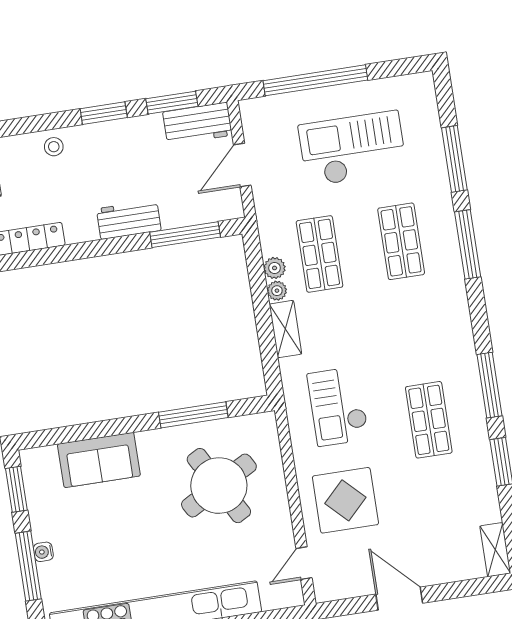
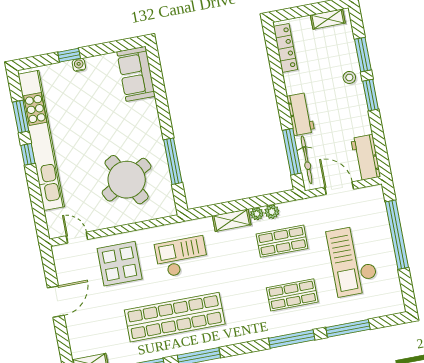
window: (172, 103) -> (363, 55), moved
stool: (54, 147) -> (349, 77), moved
checkout: (353, 149) -> (353, 261), turned 180
bicycle: (198, 213) -> (307, 160), added
shop shelf: (429, 420) -> (175, 317), width x2.00, depth x1.36
sofa: (99, 460) -> (136, 74), moved
window: (16, 489) -> (120, 46), removed
window: (28, 566) -> (69, 55), width x0.46

